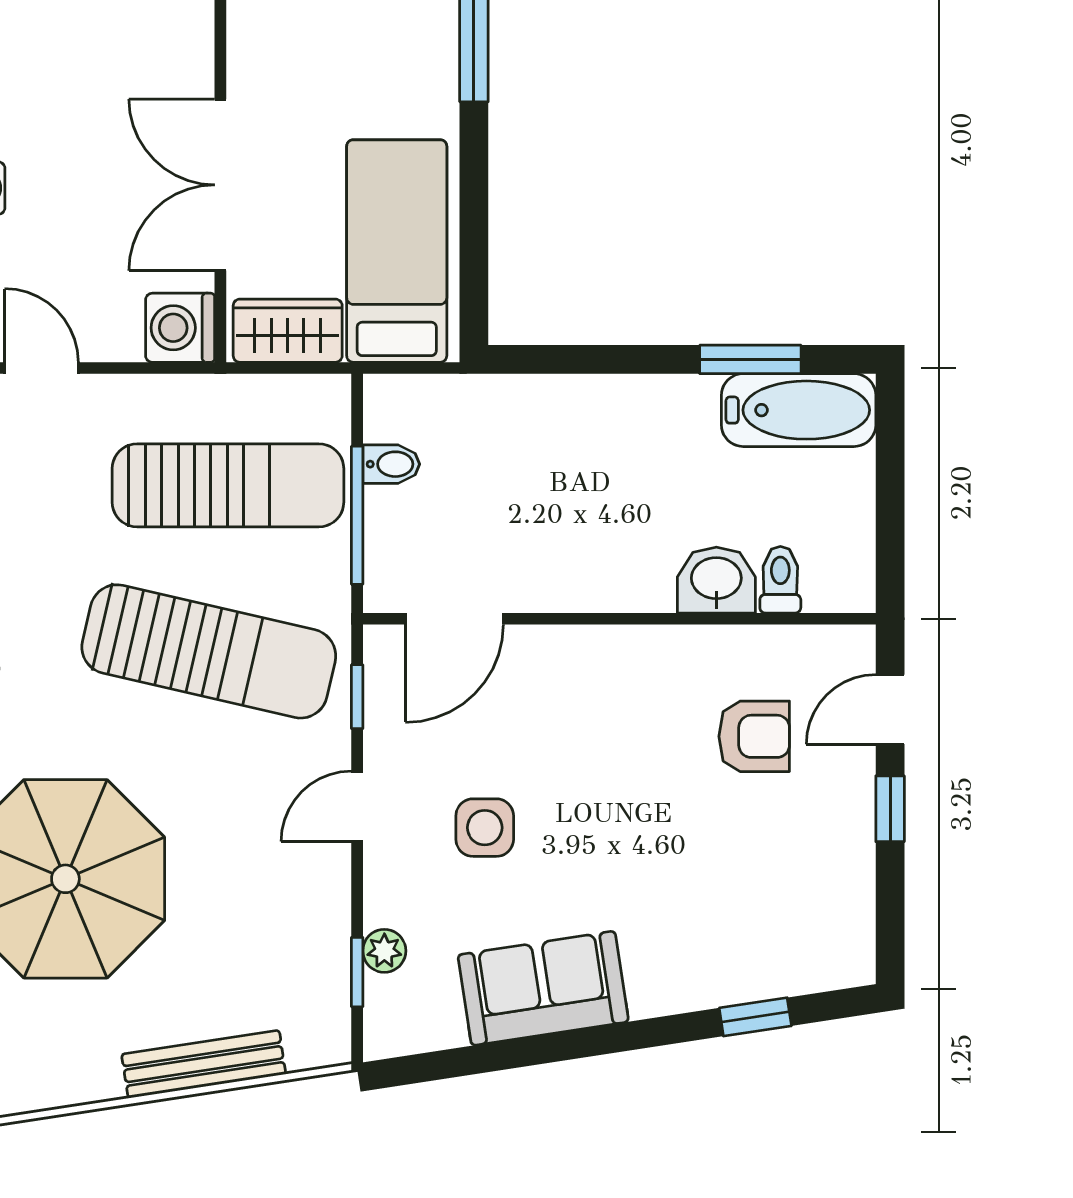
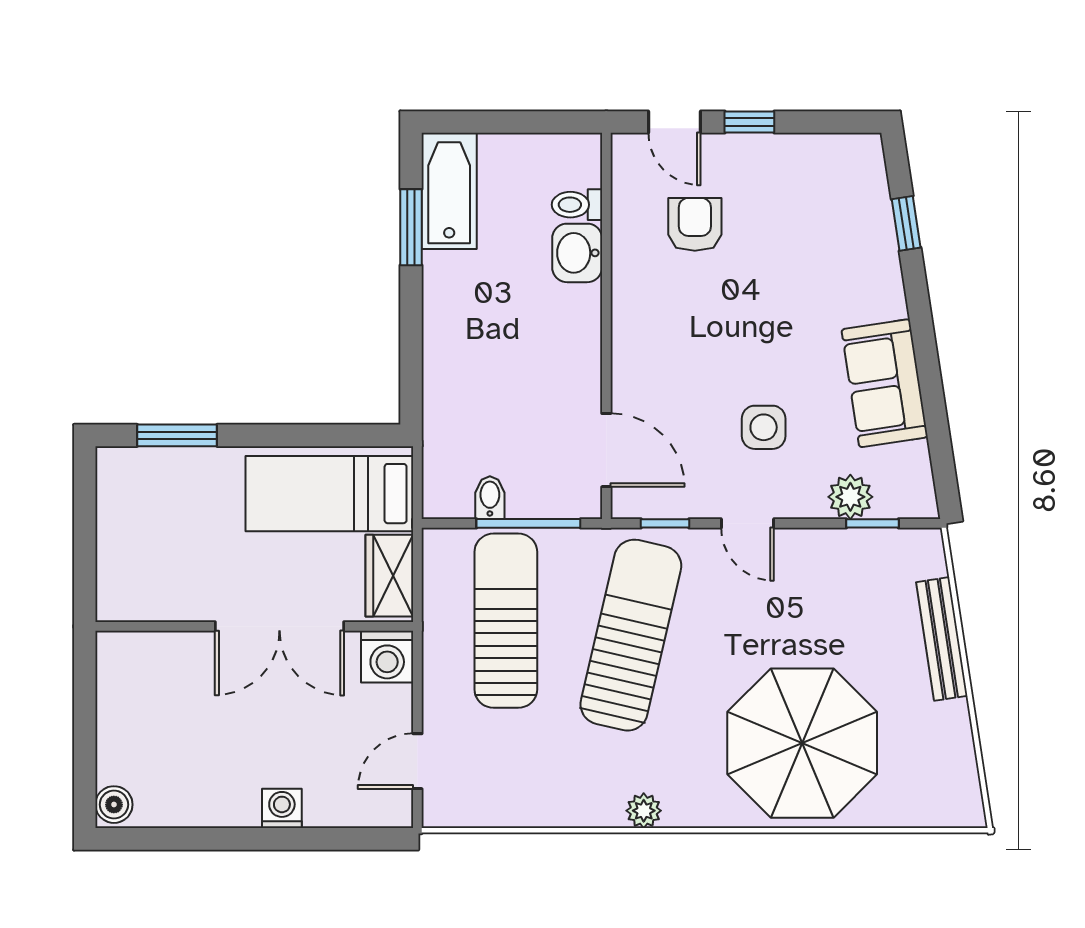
plant: (384, 951) -> (850, 497), width x1.38, depth x1.38

